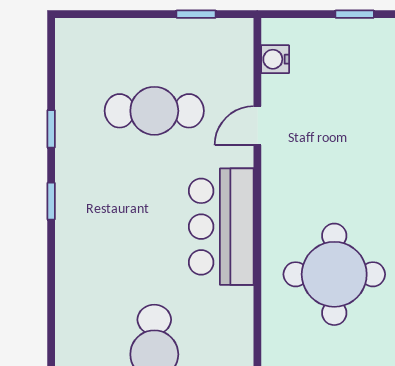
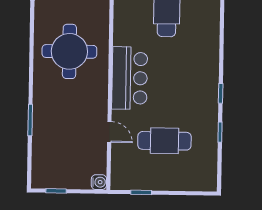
water cooler: (275, 59) -> (99, 182), moved
door: (257, 126) -> (109, 132), hinge flipped

